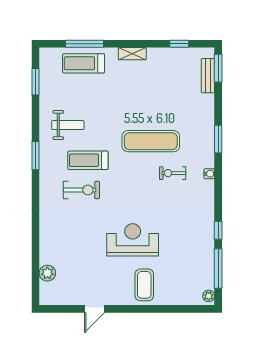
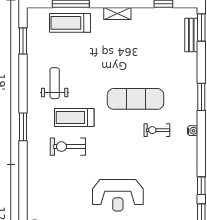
weight bench: (68, 125) -> (55, 83), turned -90
window: (36, 156) -> (23, 127), moved
exercise bike: (81, 190) -> (68, 147), turned 180
reception desk: (133, 240) -> (118, 195), turned 180

